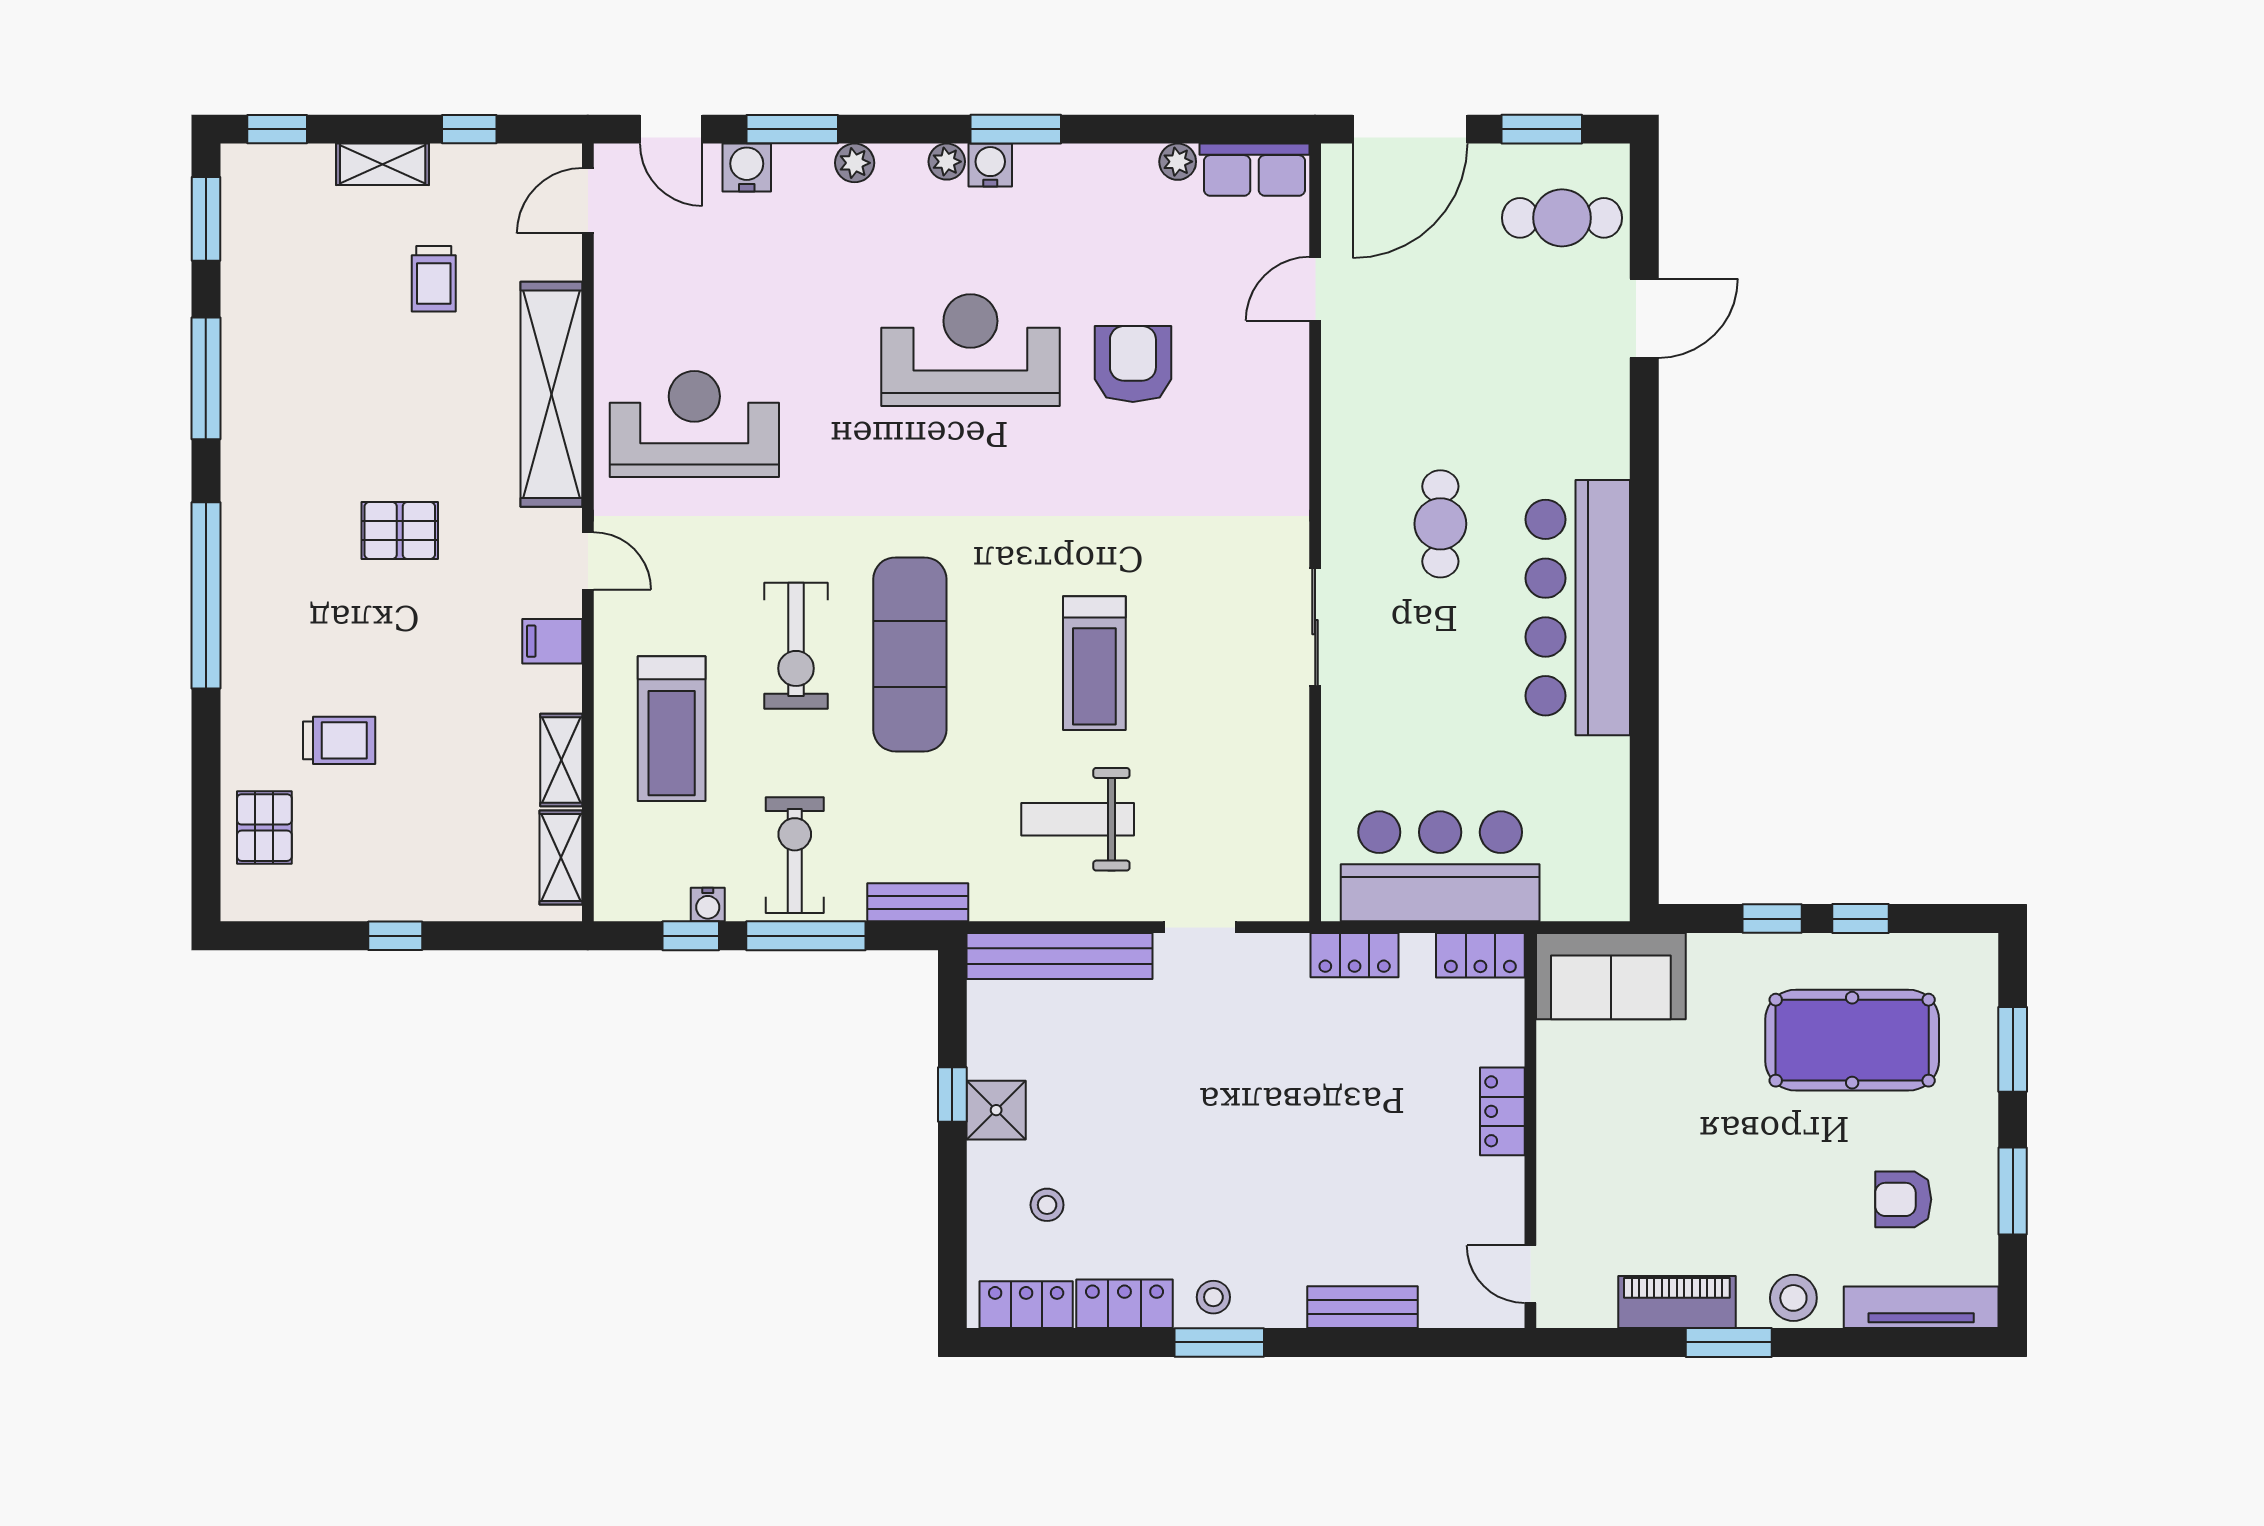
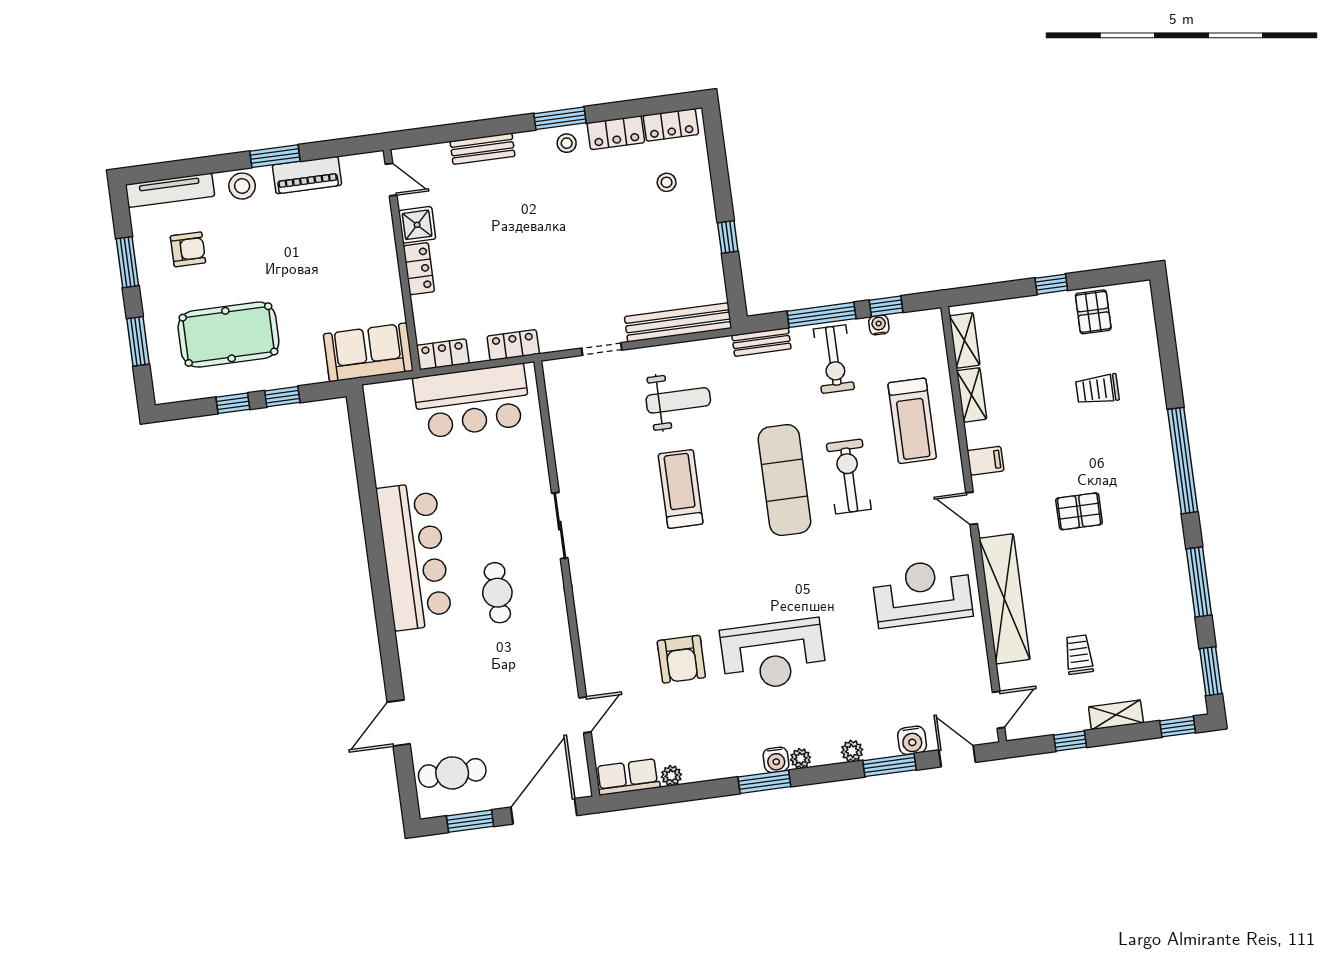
reception desk: (694, 424) -> (922, 593), turned 180
treadmill: (672, 729) -> (912, 421), turned 180
pallet: (264, 828) -> (1093, 312), moved
shower: (996, 1110) -> (417, 225), moved

